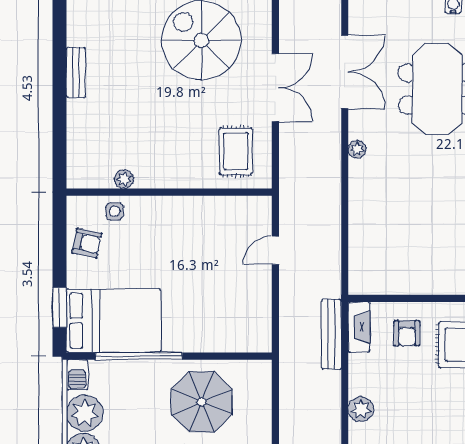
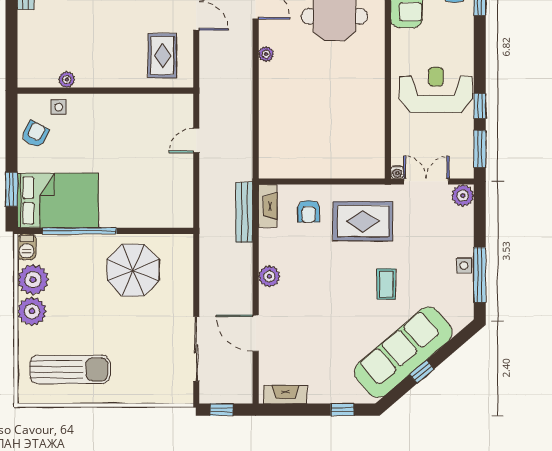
armchair: (87, 243) -> (35, 134), turned -74

